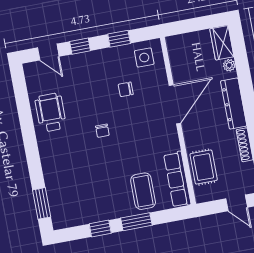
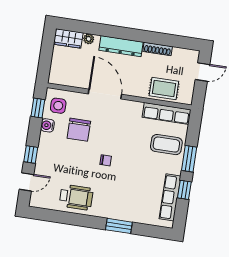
window: (119, 39) -> (38, 108), moved
water cooler: (118, 53) -> (47, 125), added
chair: (126, 89) -> (79, 130), width x1.87, depth x1.87
wheelchair: (51, 112) -> (76, 197), turned 180
window: (42, 203) -> (119, 226), moved
row of seats: (87, 216) -> (170, 197), added

